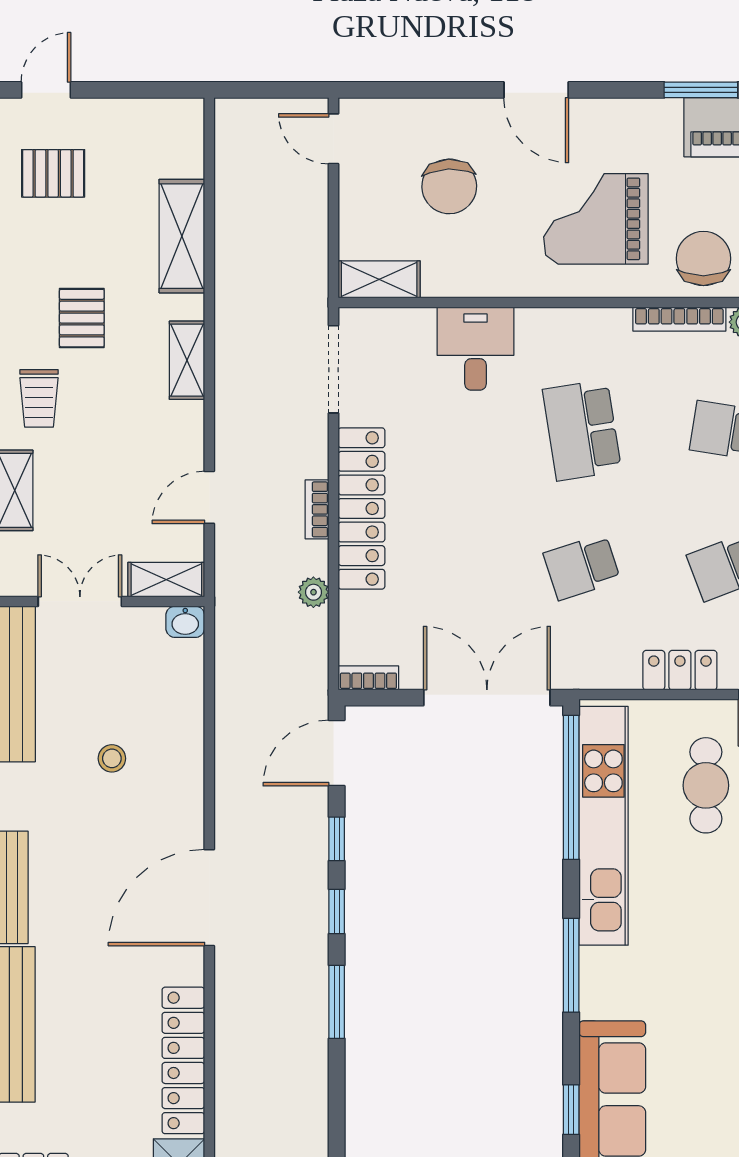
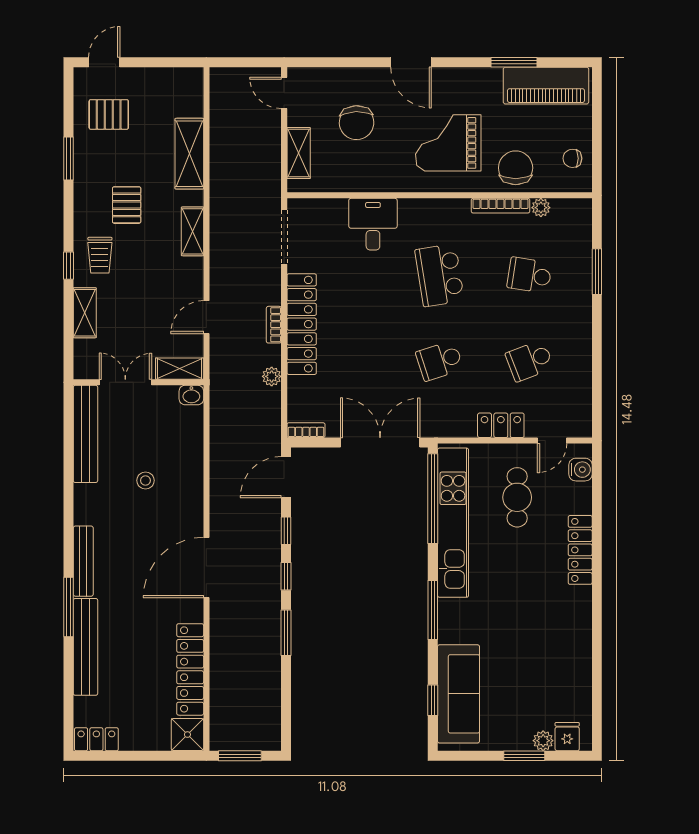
shelving: (379, 279) -> (299, 153), moved, turned 90

